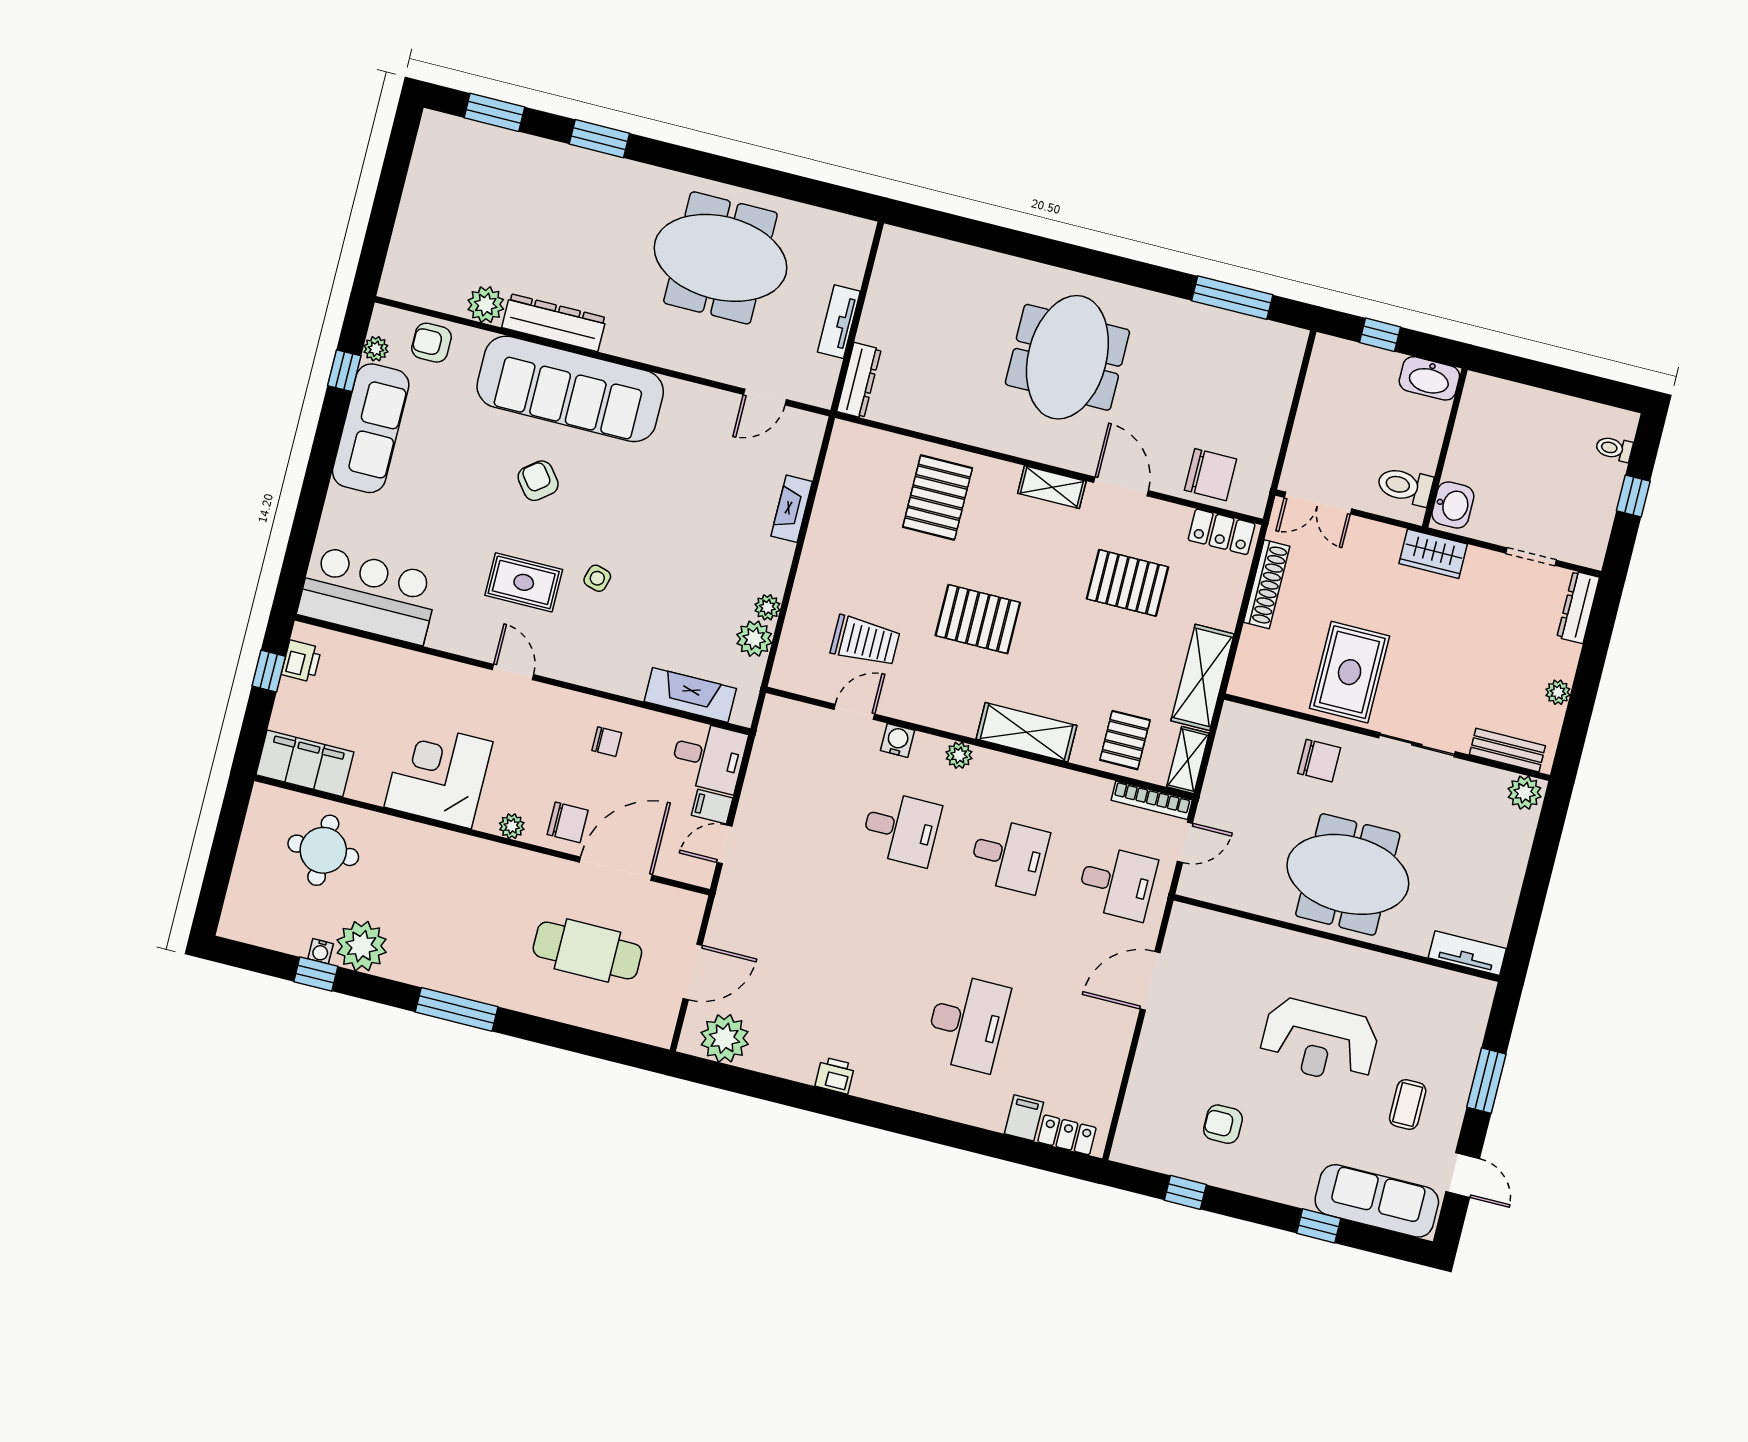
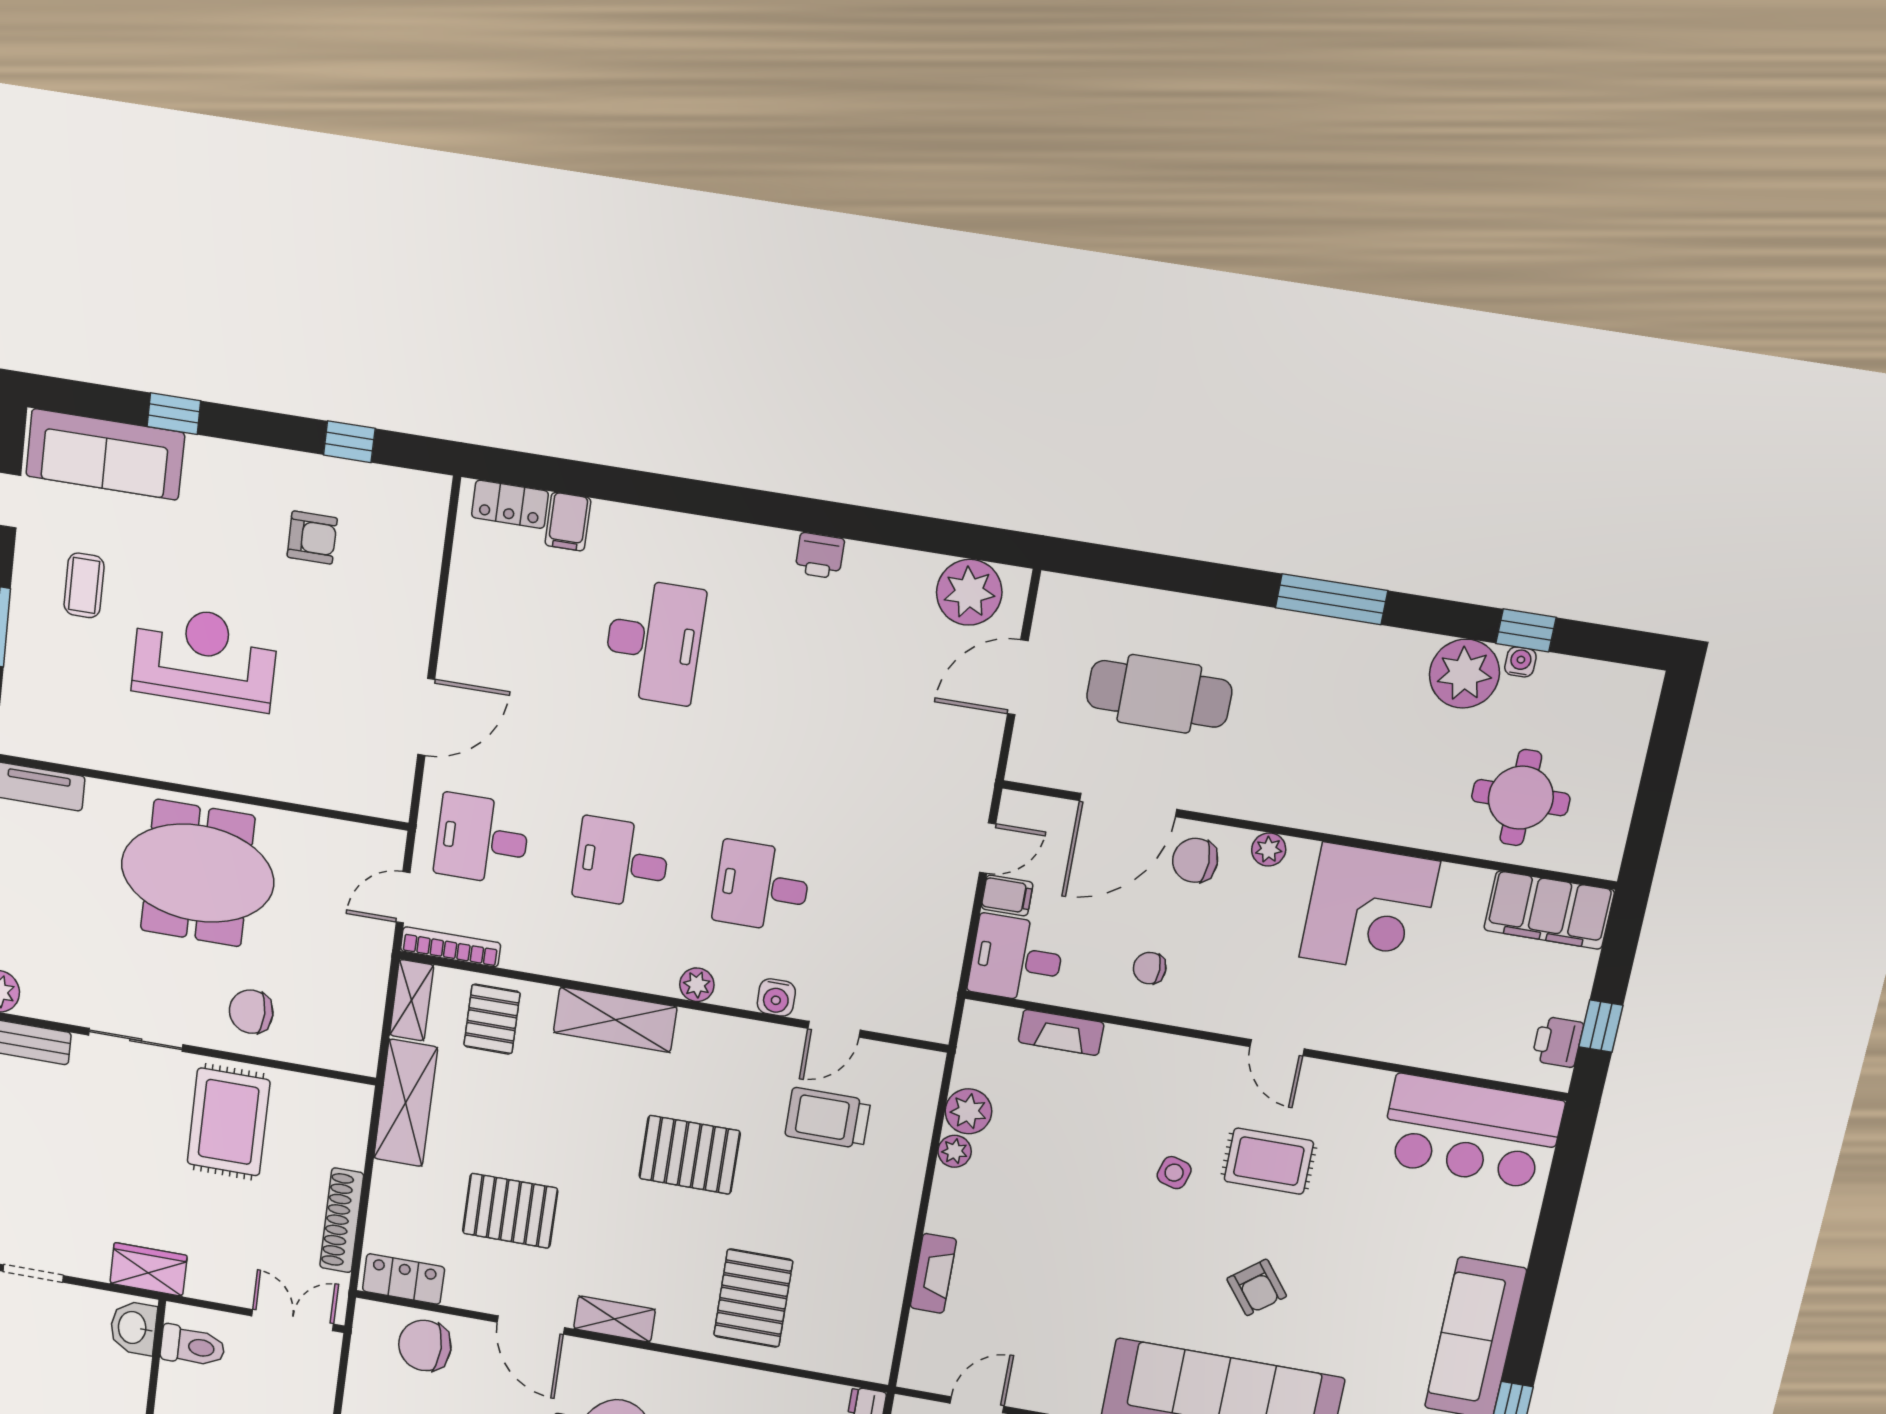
fireplace: (690, 695) -> (1061, 1032), width x0.73, depth x0.76
desk: (967, 1023) -> (654, 642), turned 180

